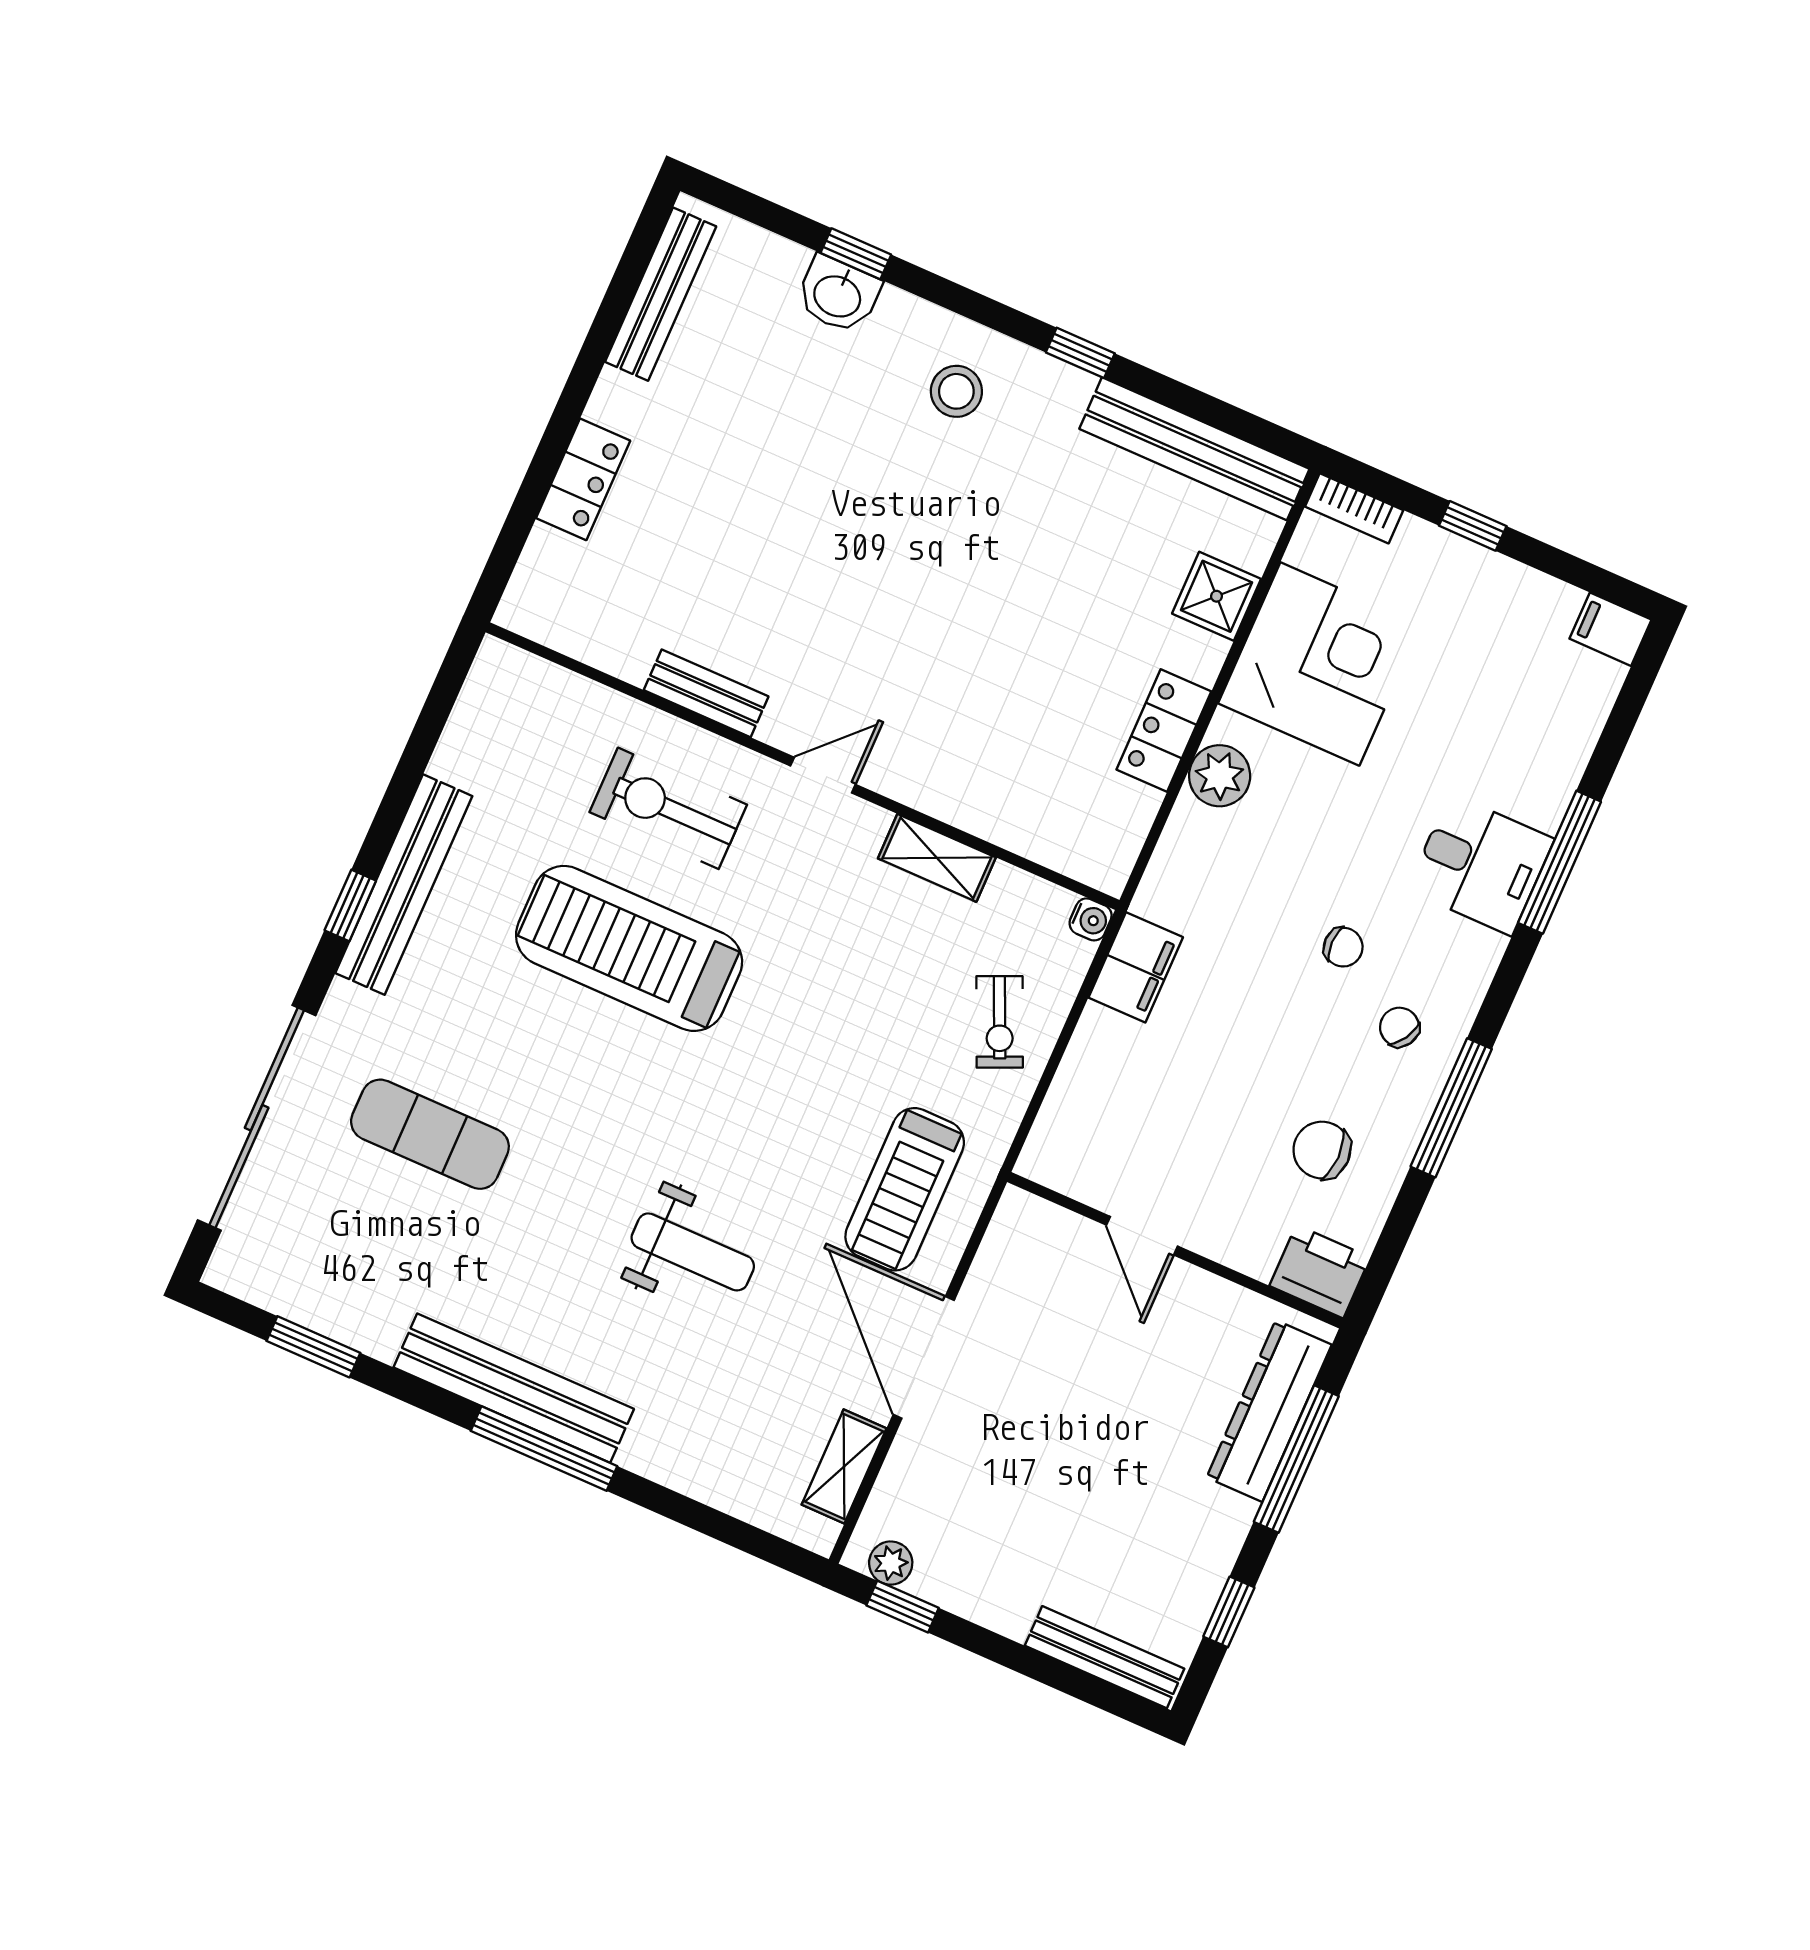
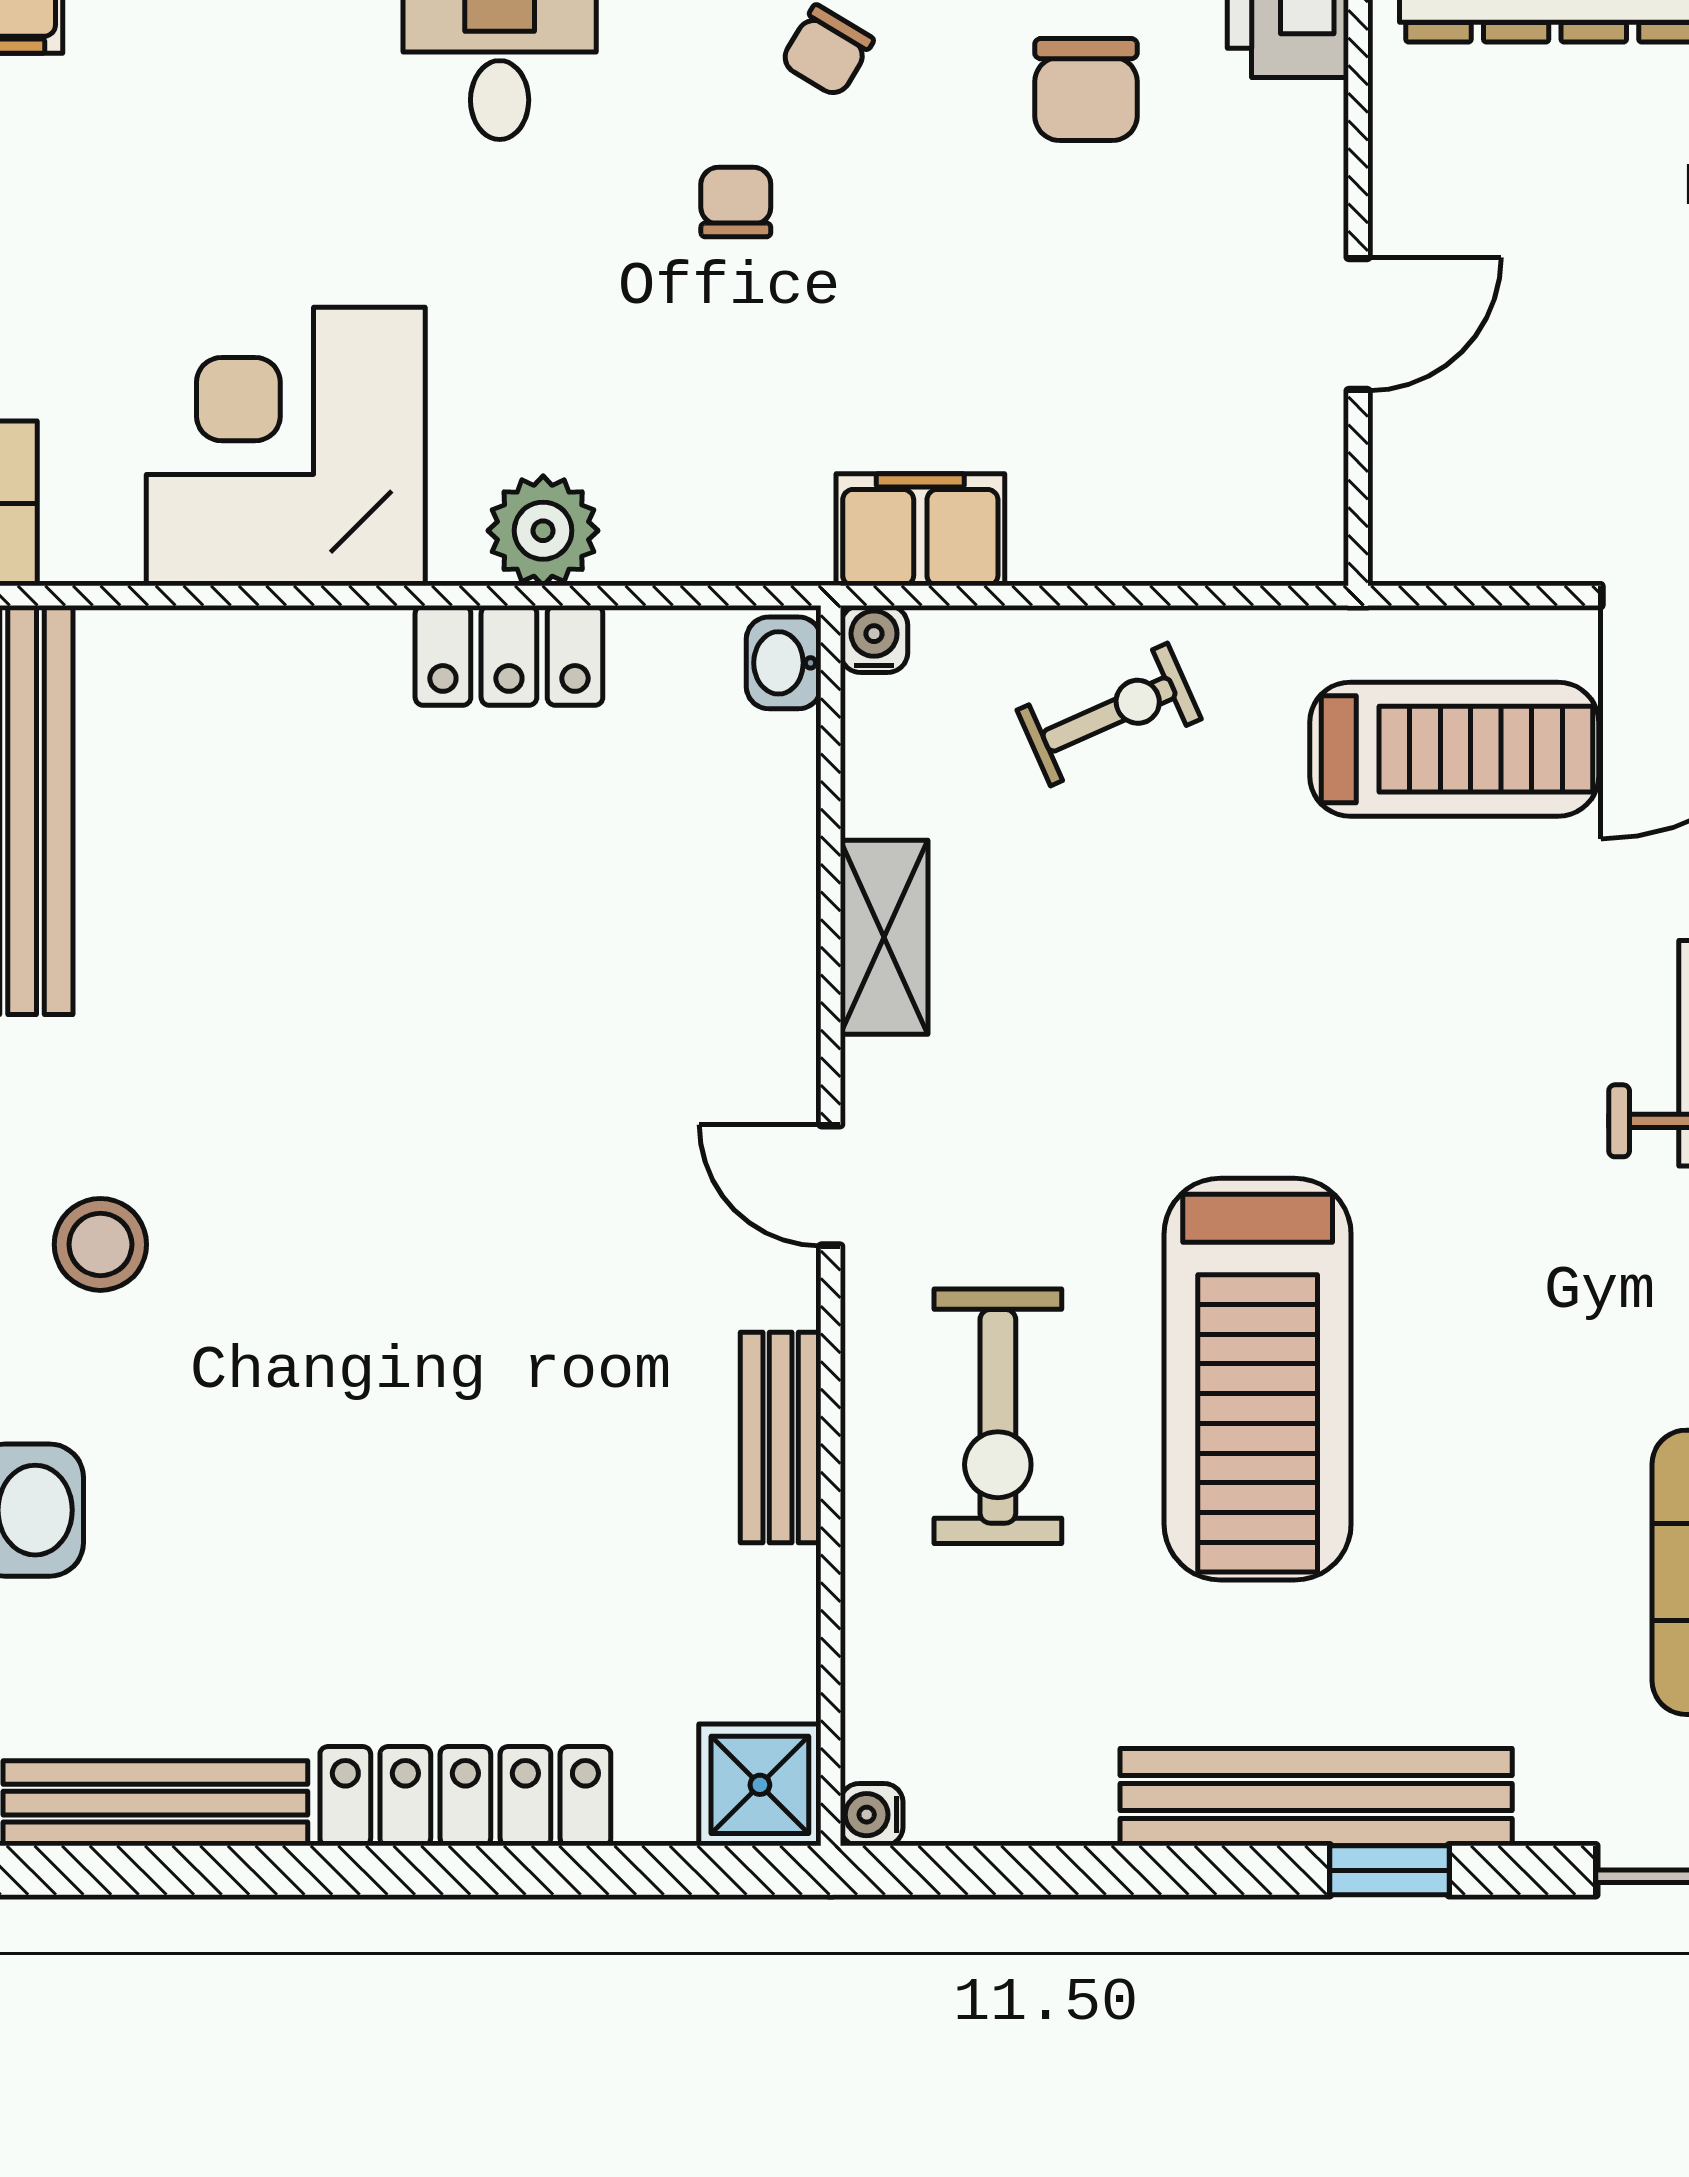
locker: (583, 479) -> (465, 1796), width x1.53
shower: (1217, 596) -> (760, 1785), moved
water cooler: (494, 655) -> (872, 1815), added
washbasin: (1099, 868) -> (784, 663), added

